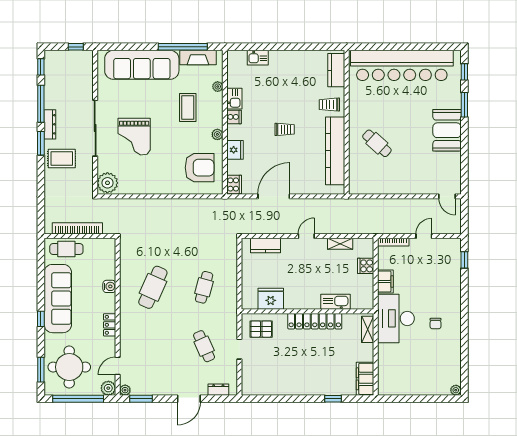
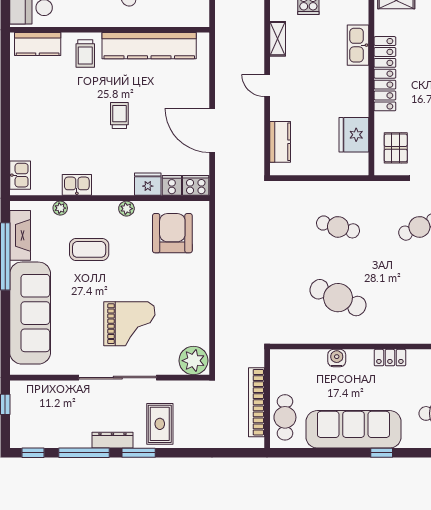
kitchen sink: (258, 58) -> (20, 175), moved
cooker: (234, 117) -> (172, 185), moved

